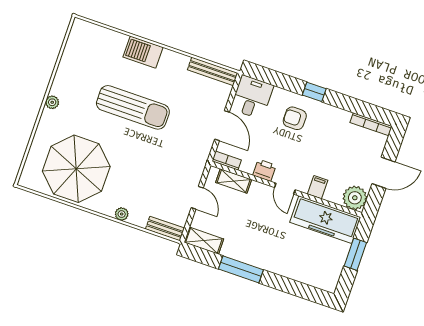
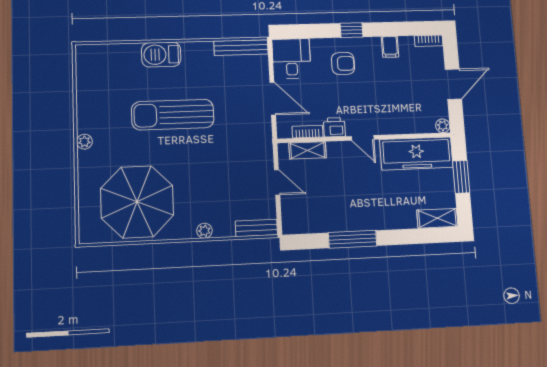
sun lounger: (133, 107) -> (173, 115), turned 180
armchair: (295, 118) -> (343, 63), turned 180
bookcase: (371, 124) -> (429, 41), width x0.64
bookcase: (227, 161) -> (308, 132), moved
filing cabinet: (318, 187) -> (390, 47), moved, turned 180
plant: (355, 198) -> (443, 126), width x0.53, depth x0.53
shelving: (204, 241) -> (437, 218), moved

